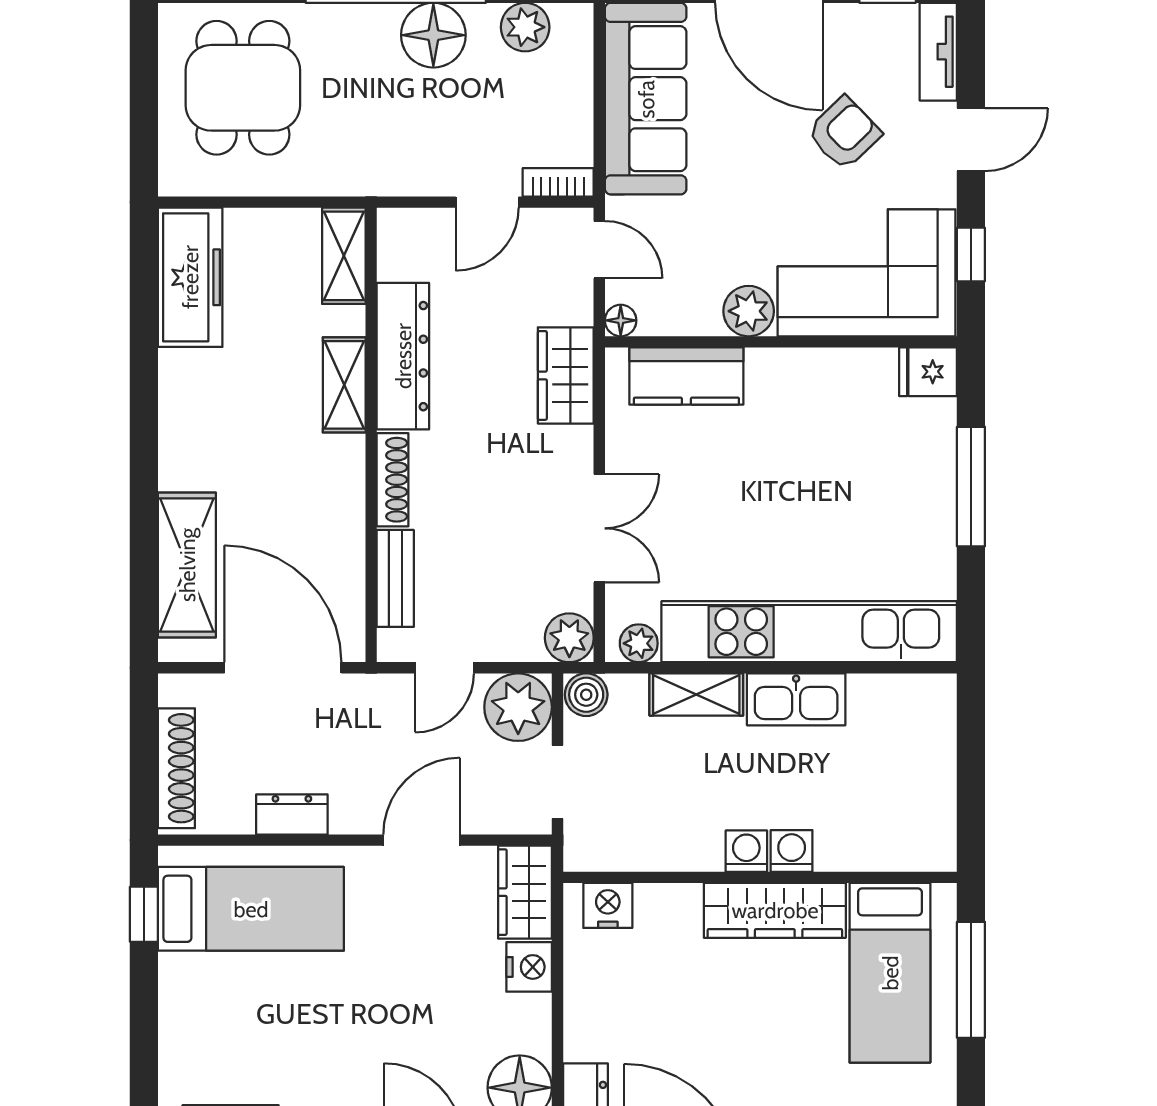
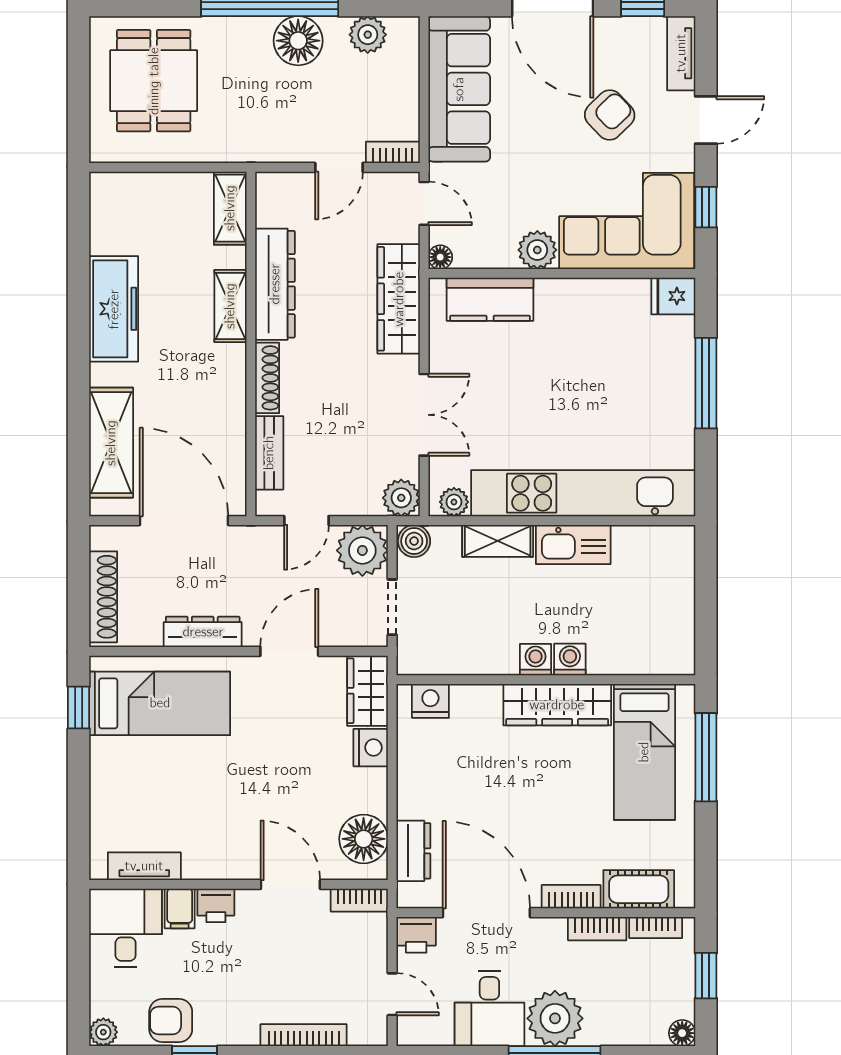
freezer: (190, 277) -> (114, 309), moved
wardrobe: (566, 375) -> (399, 299), width x1.50
dresser: (292, 814) -> (203, 632), width x1.44

